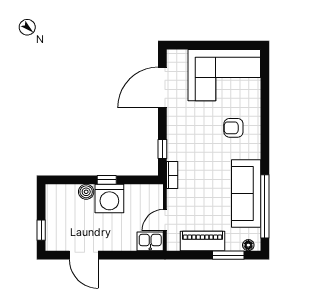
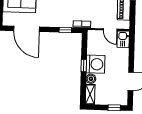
shelving: (61, 191) -> (90, 94), added

